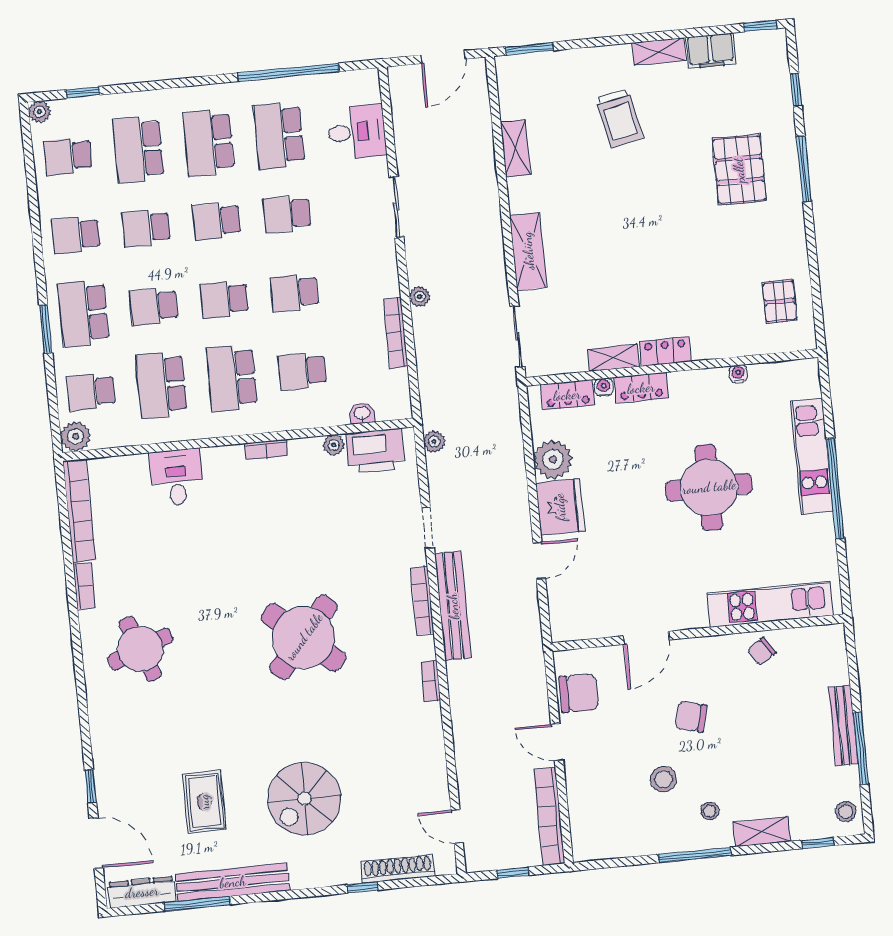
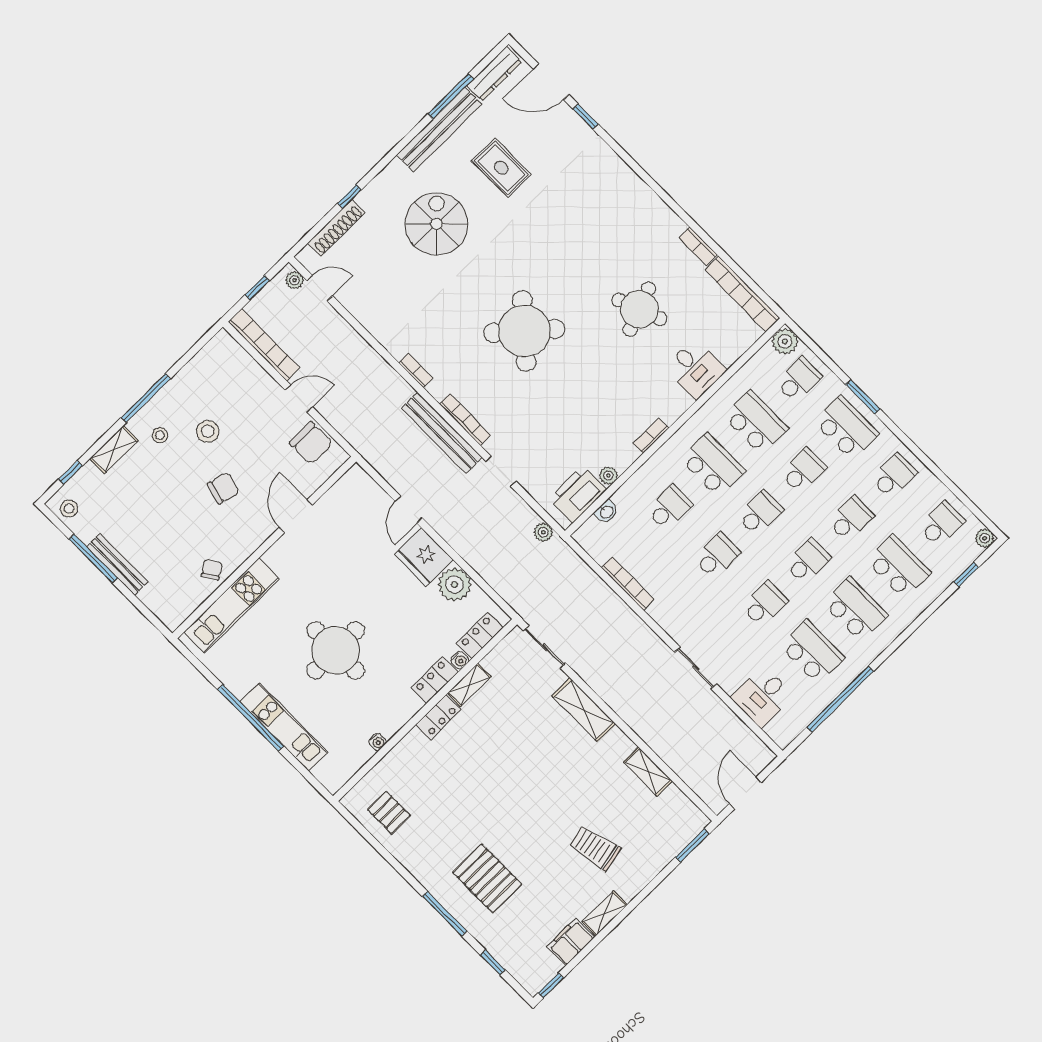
plant: (420, 297) -> (294, 280), moved
round table: (140, 649) -> (639, 309), moved
chair: (579, 693) -> (311, 443), turned -90

